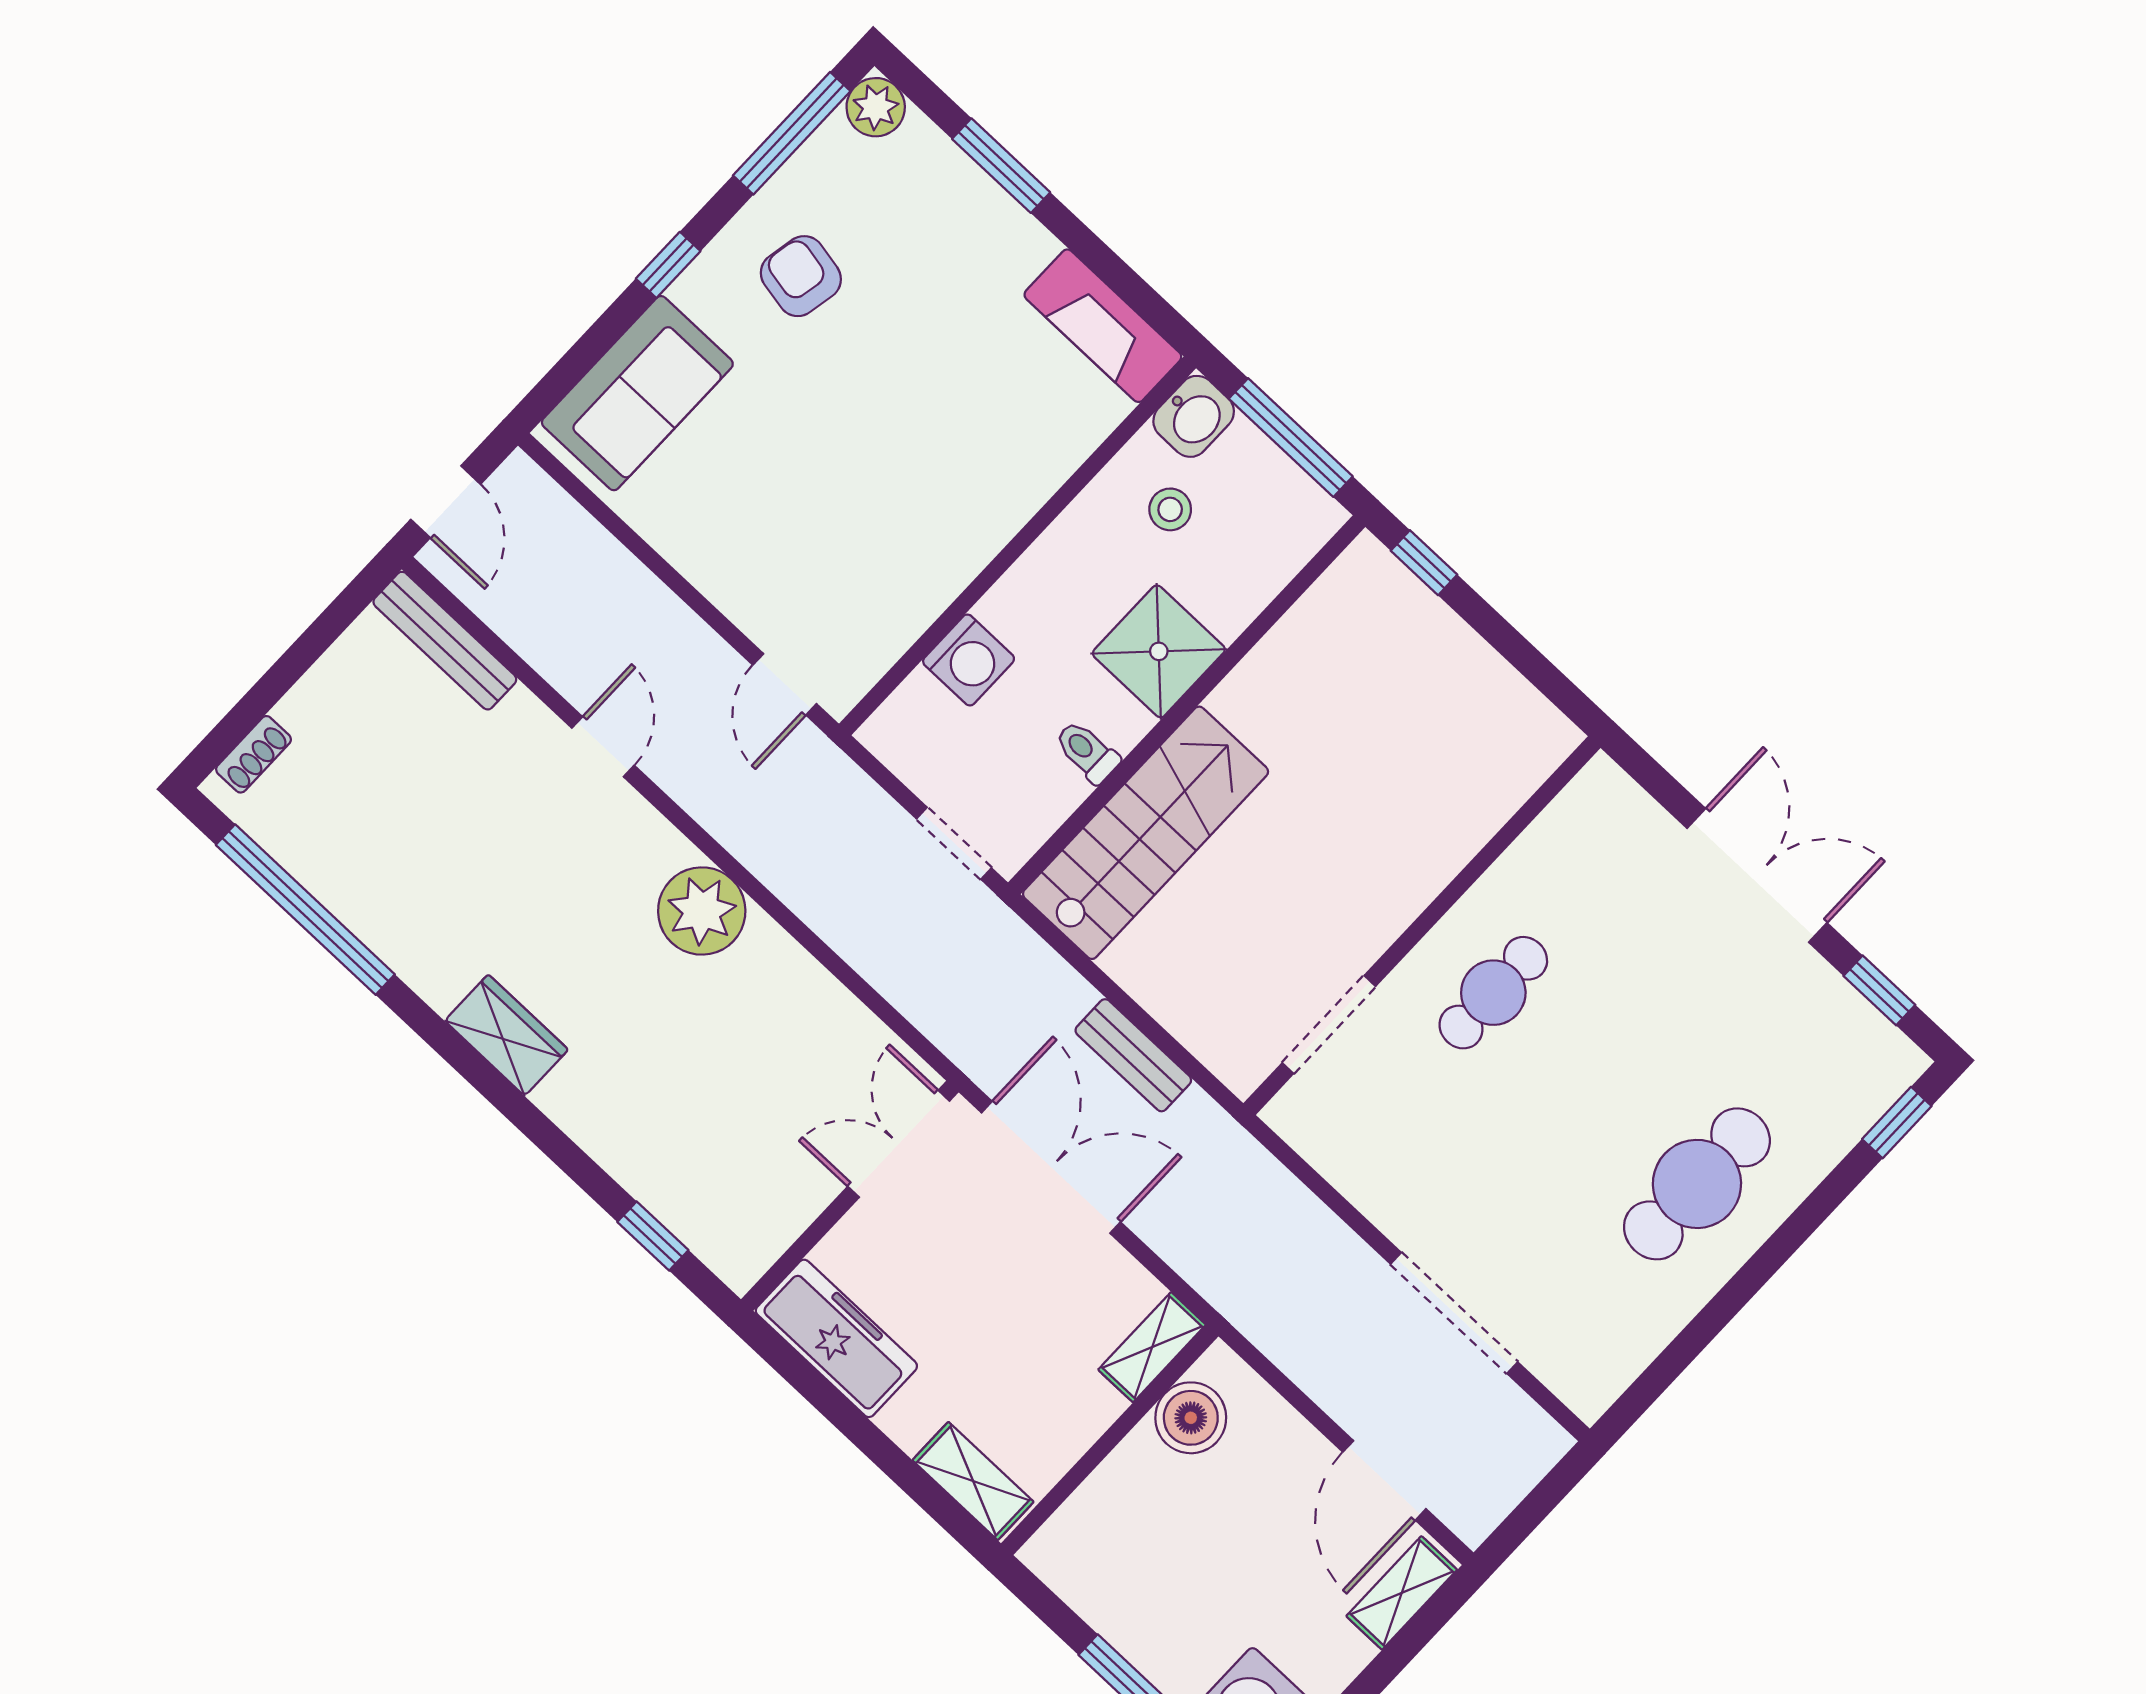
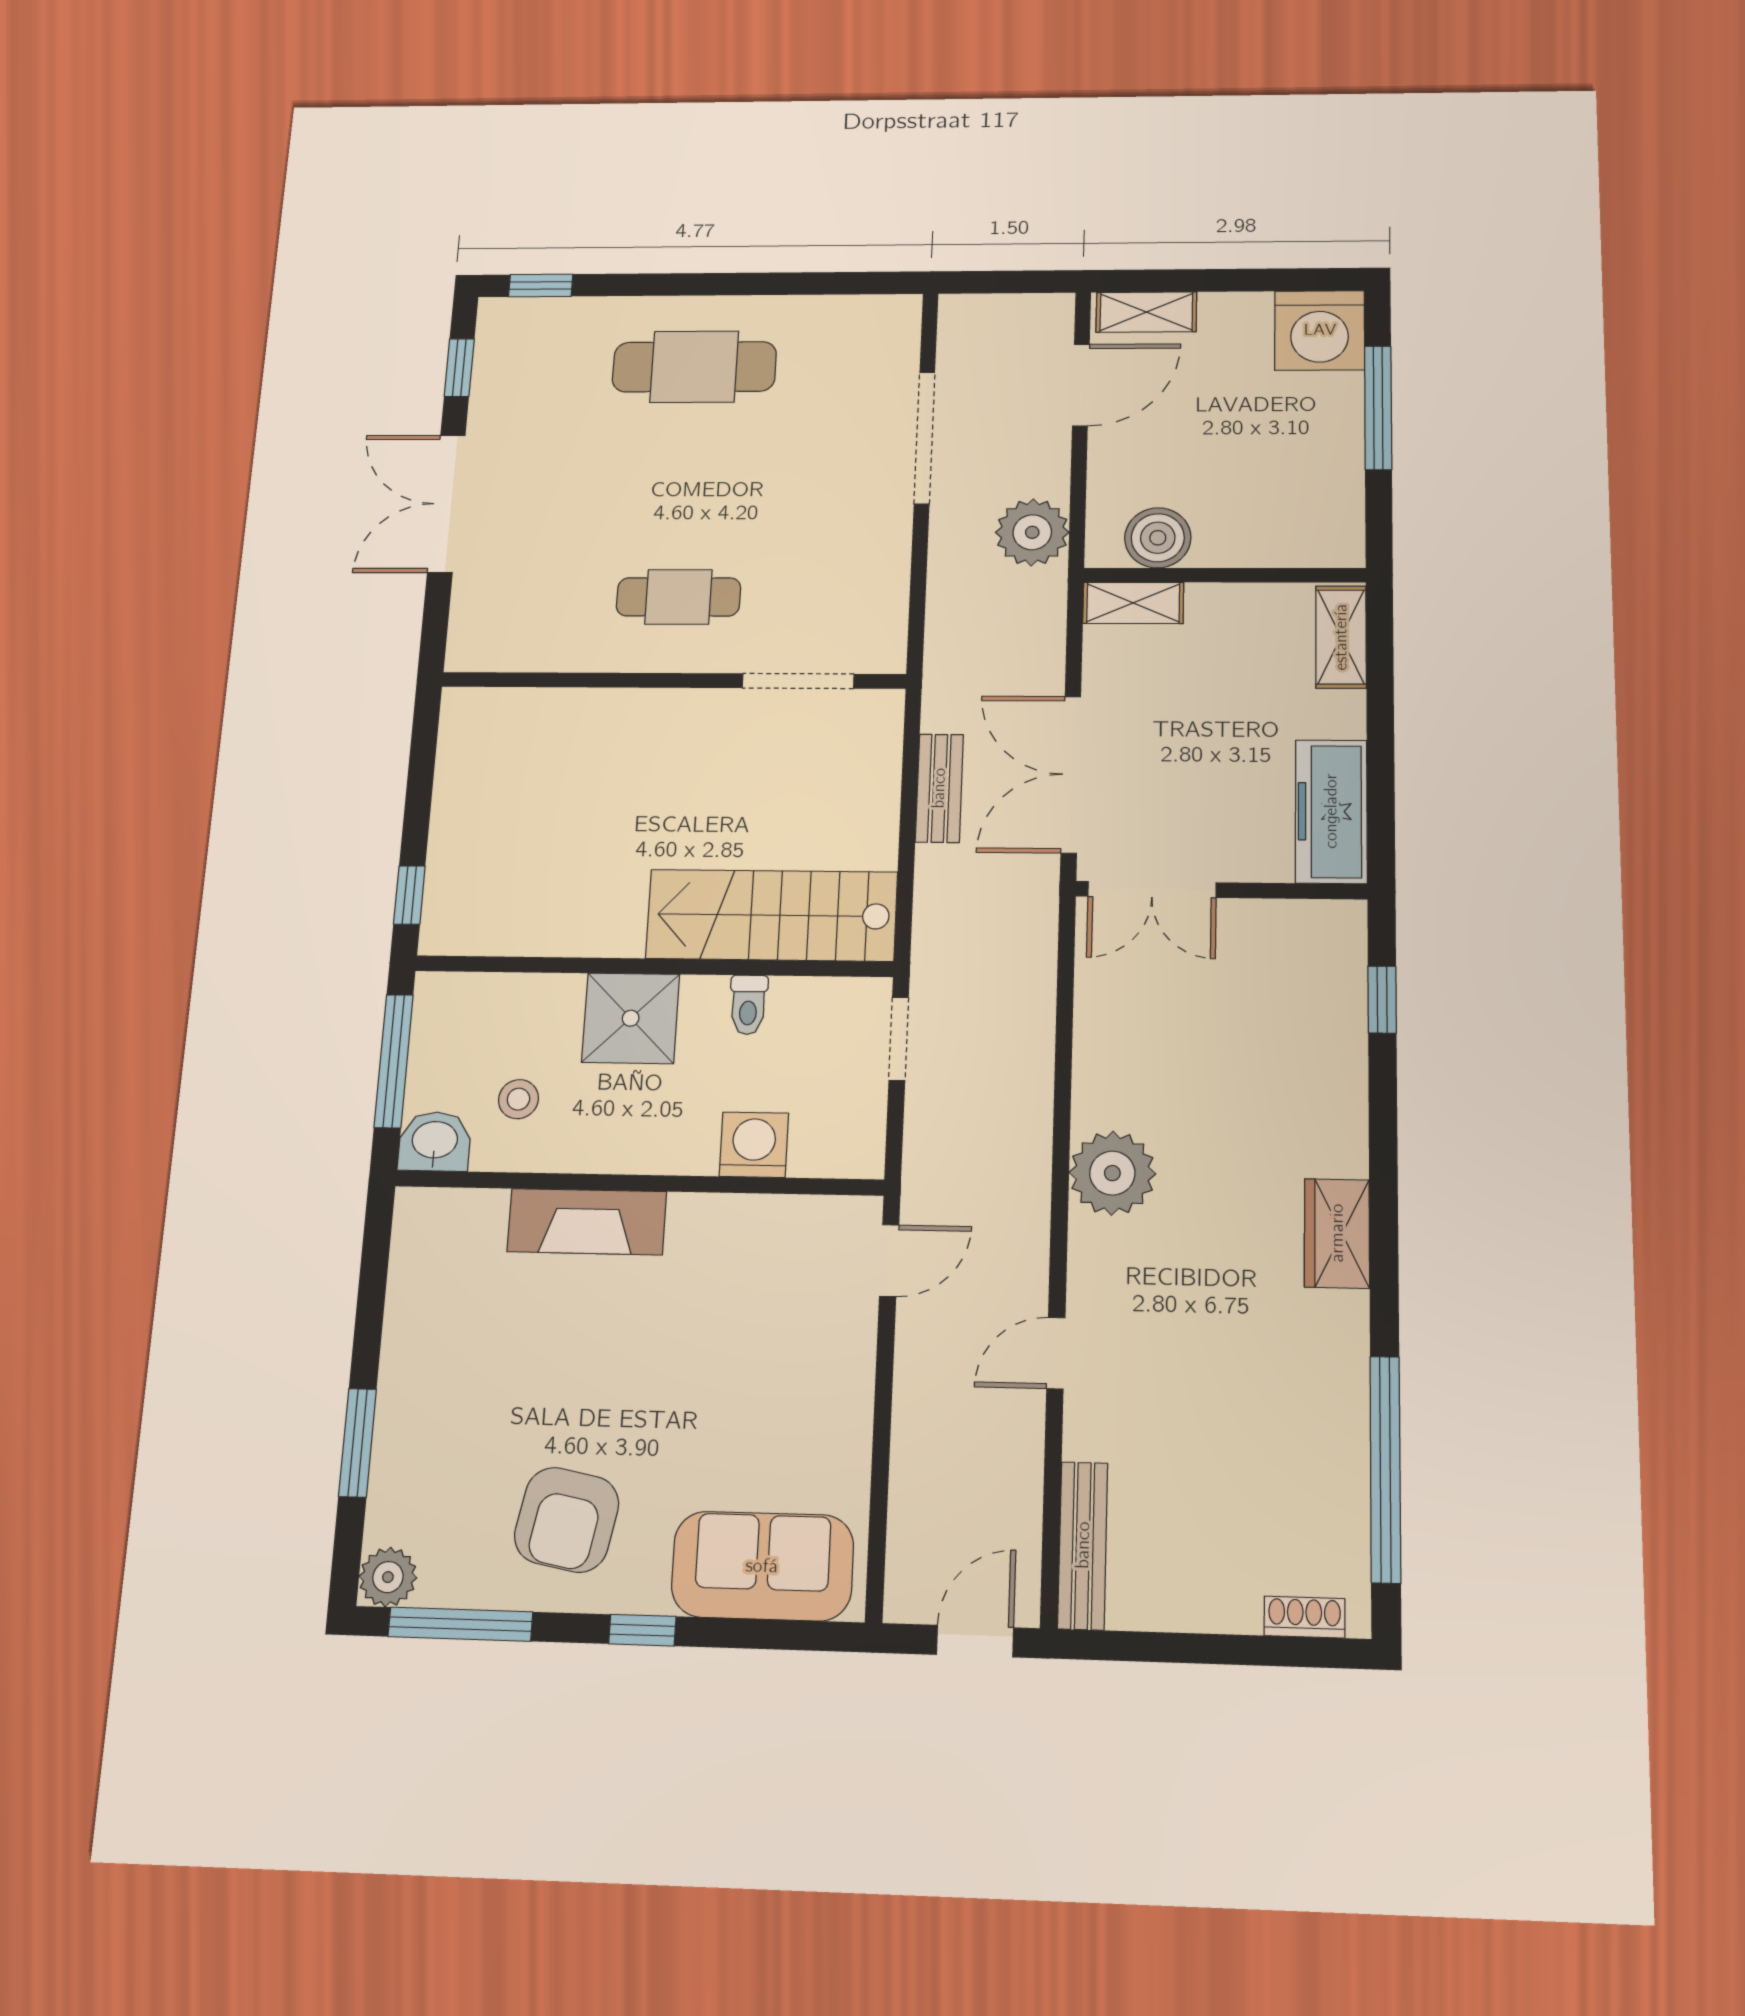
armchair: (801, 276) -> (567, 1520), width x1.38, depth x1.38
fireplace: (1103, 326) -> (587, 1222), moved, turned 90
plant: (1288, 1324) -> (1032, 532), added

